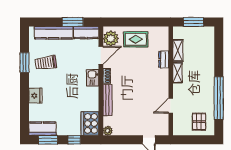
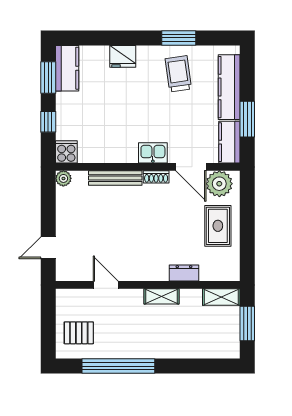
shelving: (178, 51) -> (221, 297), moved
cooker: (90, 123) -> (66, 152), width x0.53, depth x0.76

